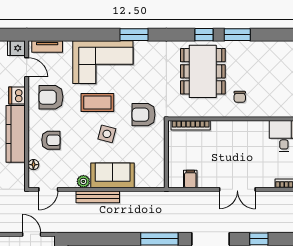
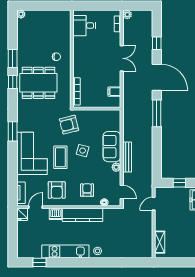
armchair: (144, 115) -> (69, 125), turned 76

